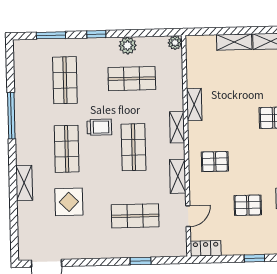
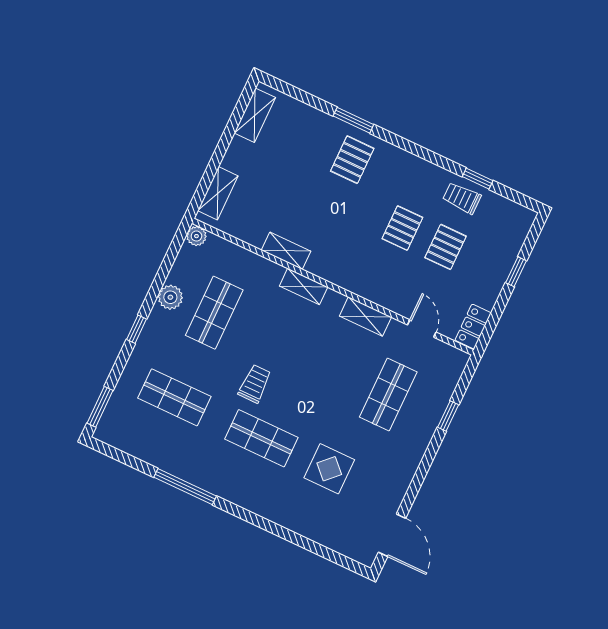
window: (51, 35) -> (100, 407), moved
shelving: (234, 42) -> (218, 193), moved
shop shelf: (133, 147) -> (301, 354), removed
pallet: (215, 162) -> (402, 228), moved
shelving: (24, 183) -> (278, 513), removed

